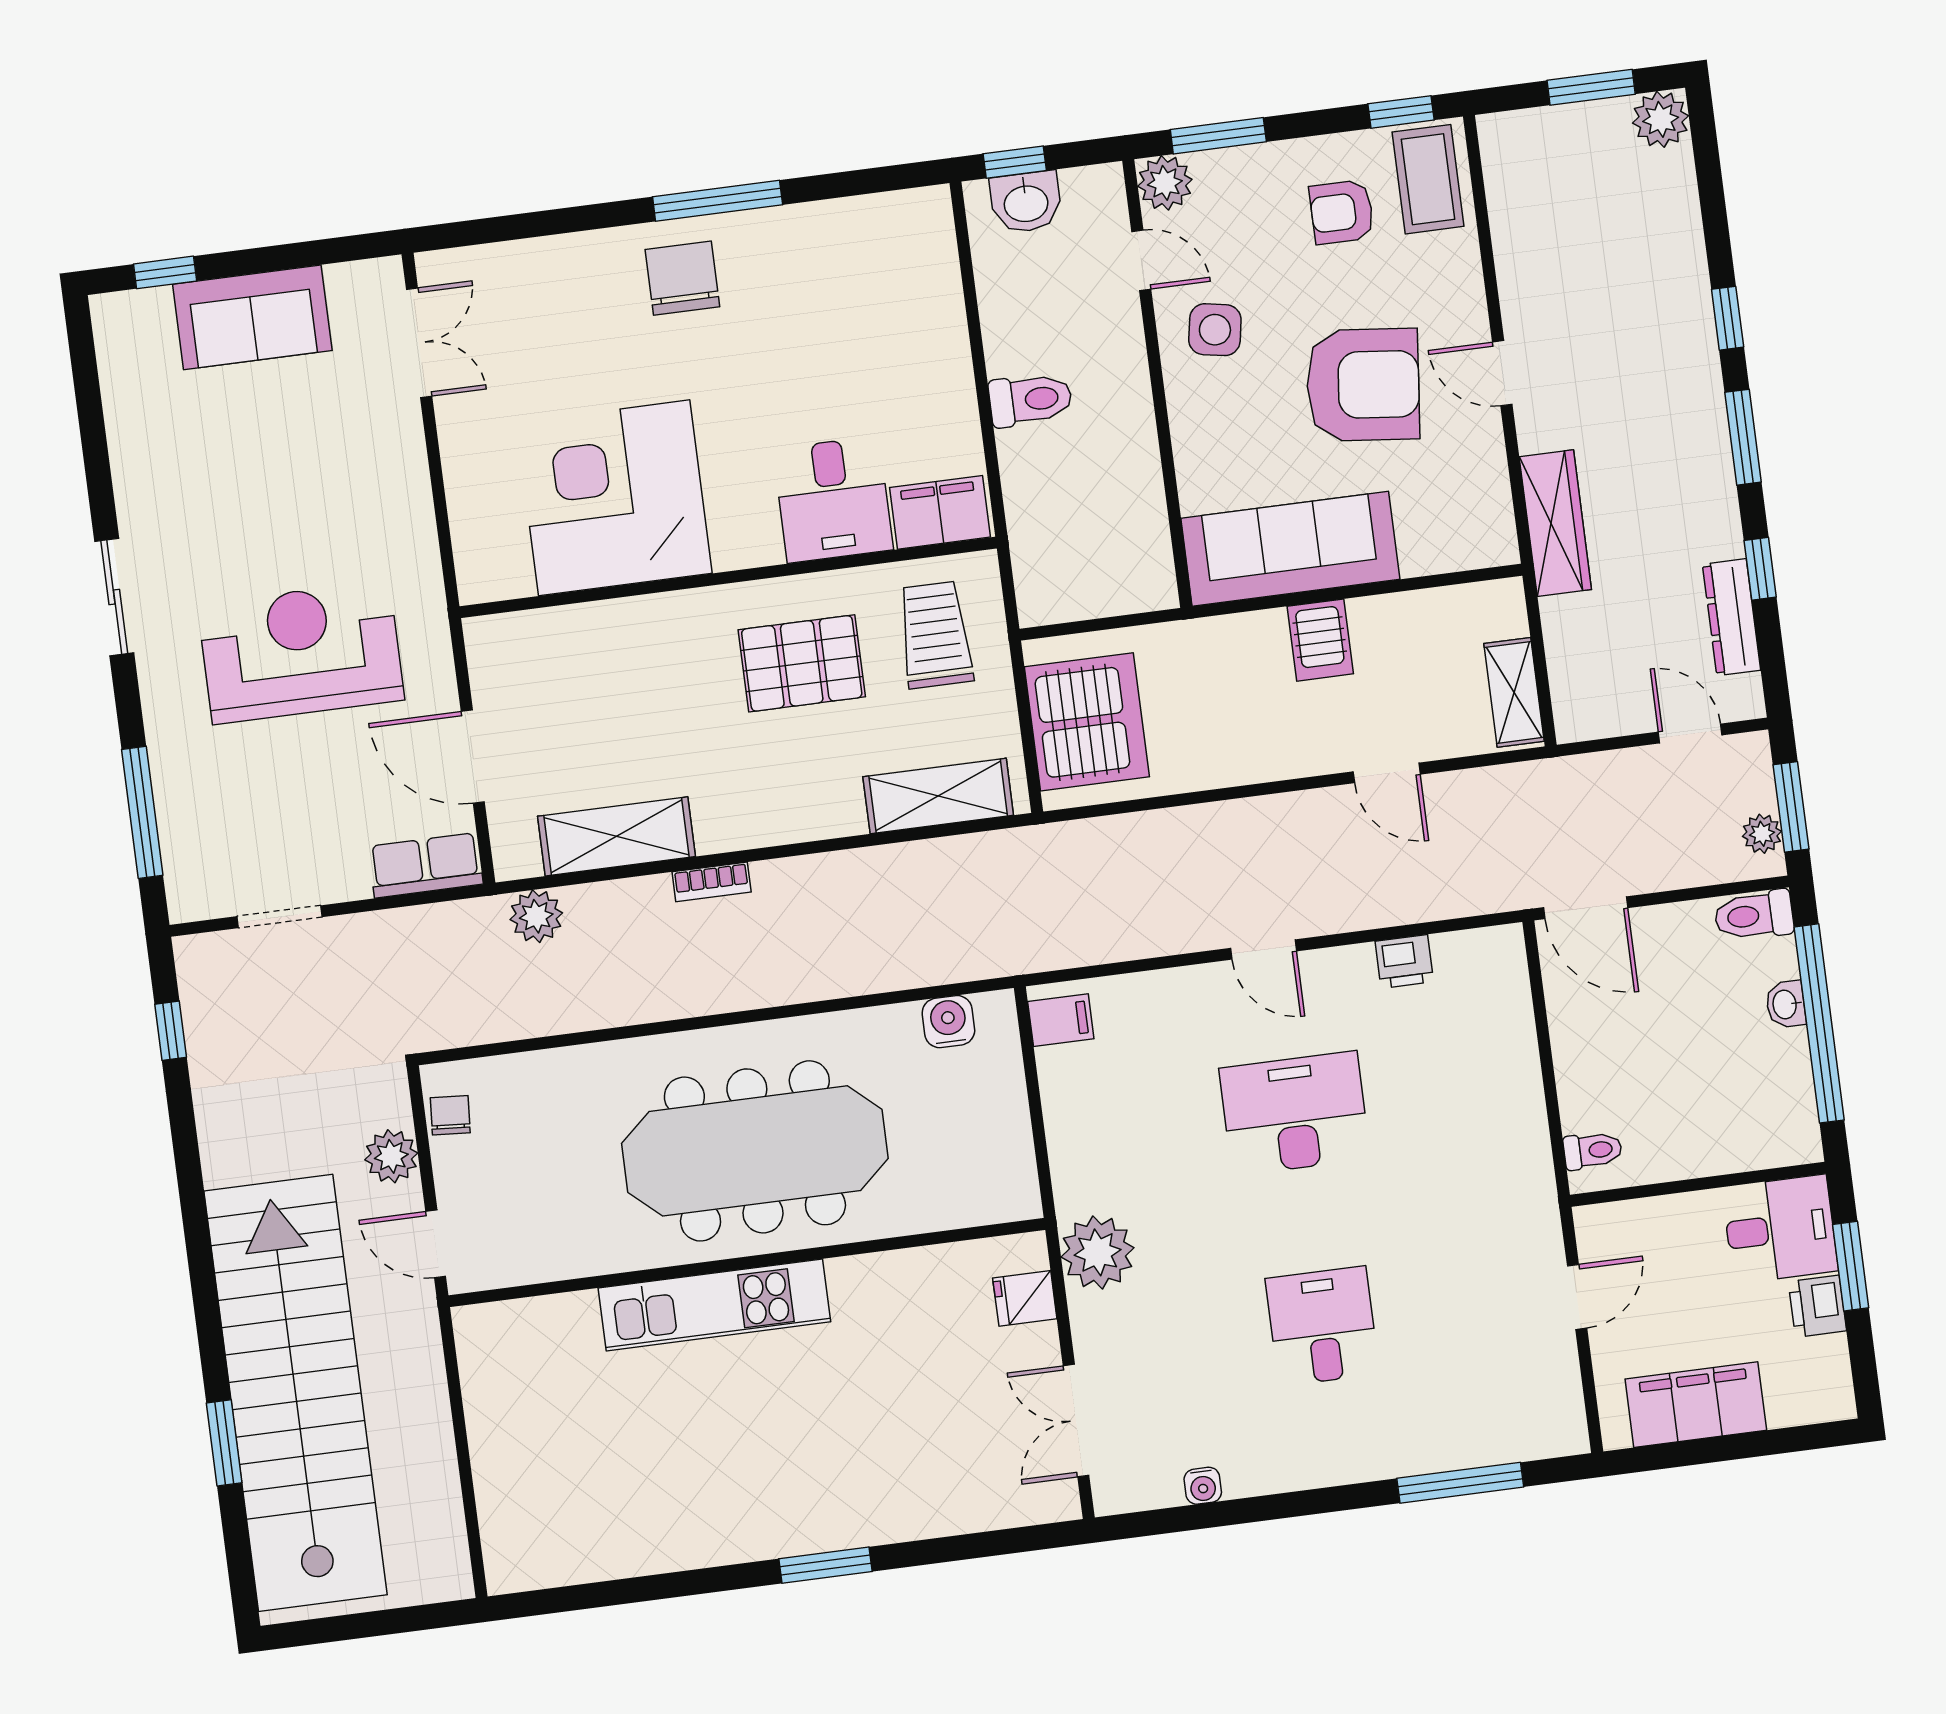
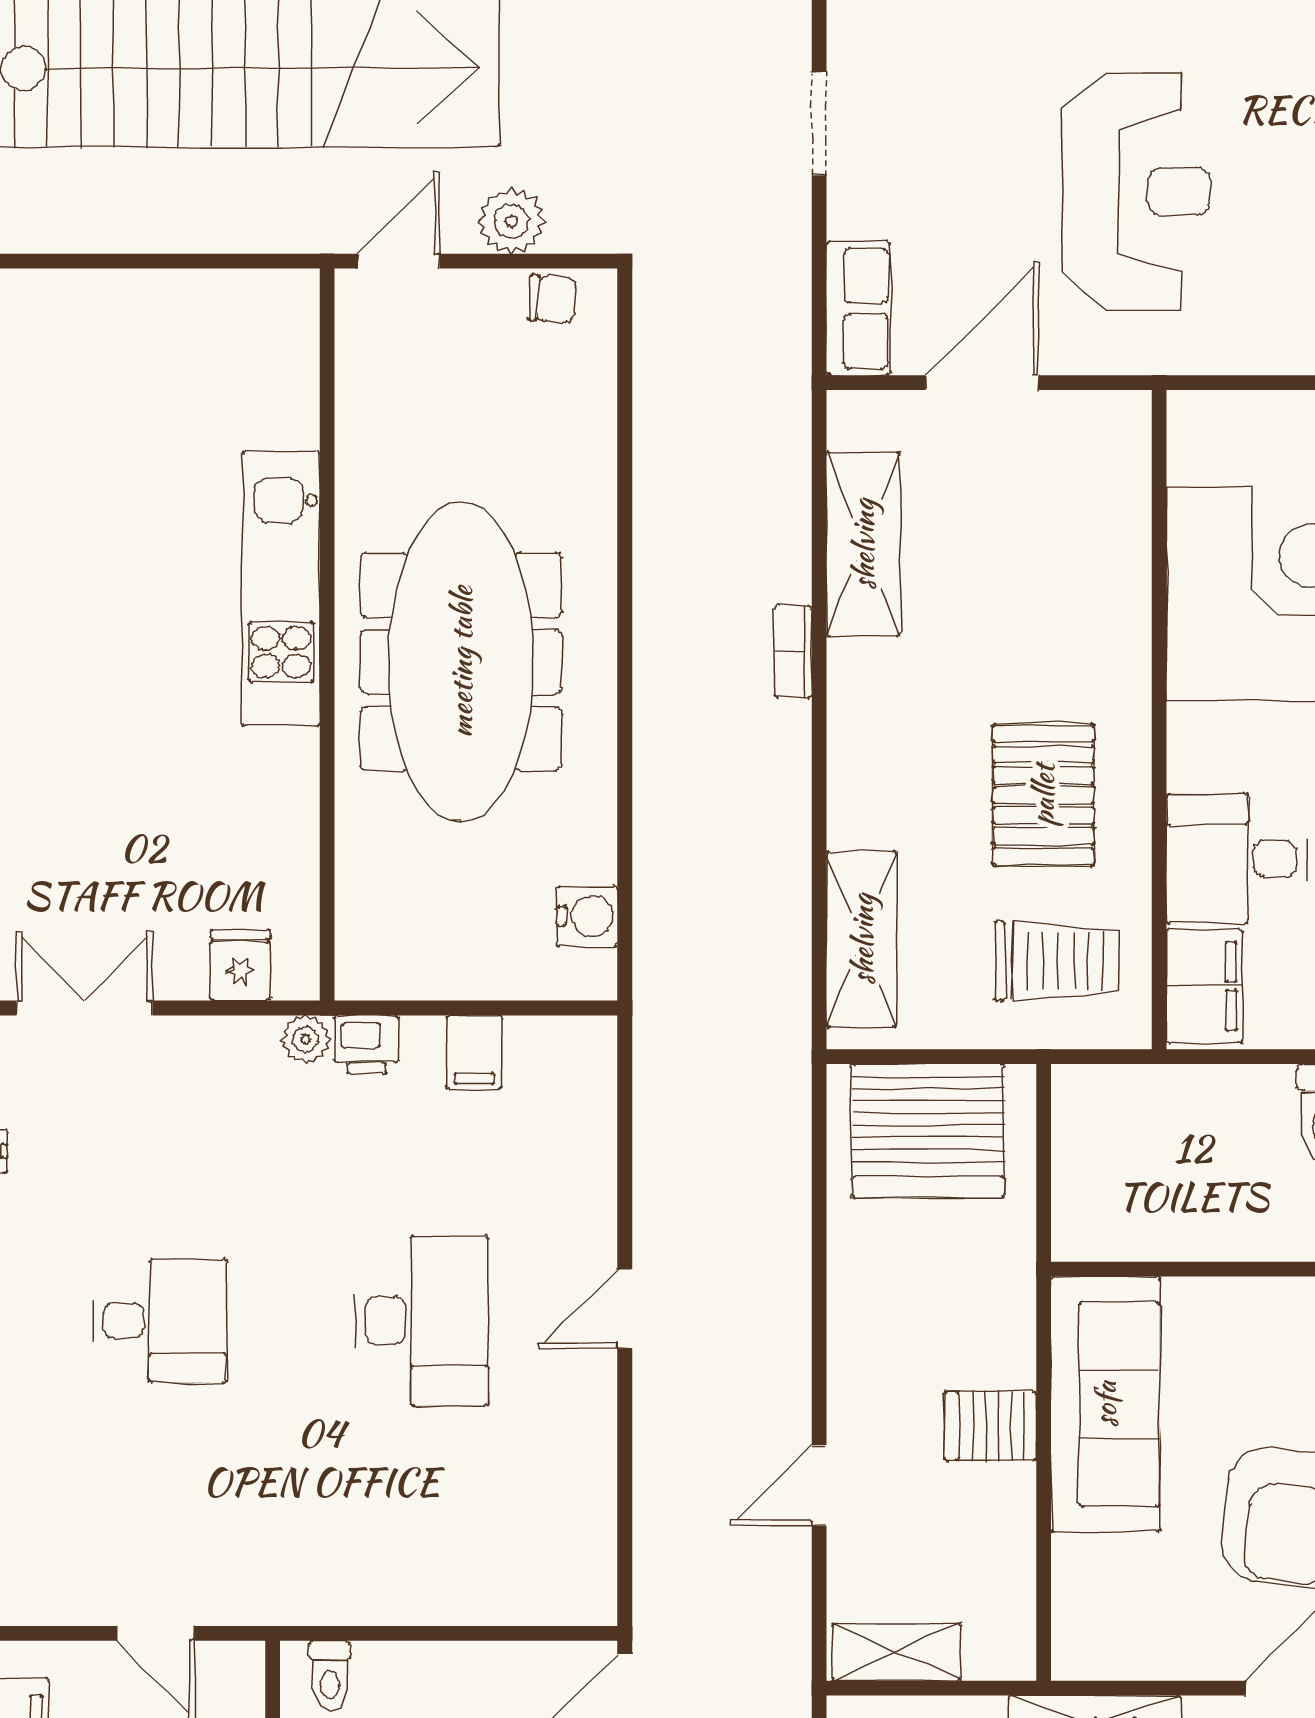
plant: (536, 916) -> (779, 434), removed
printer: (1404, 961) -> (367, 1045), moved, turned -90
filing cabinet: (1061, 1020) -> (474, 1052), moved
plant: (1098, 1252) -> (305, 1039), width x0.53, depth x0.53

